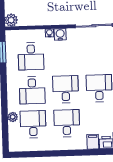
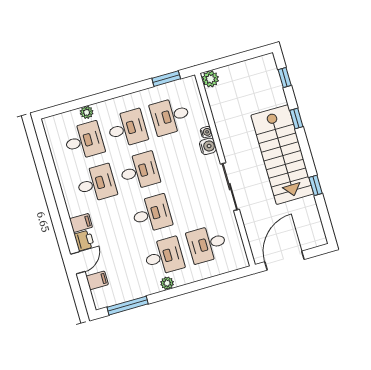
desk: (32, 90) -> (127, 128), turned 180

